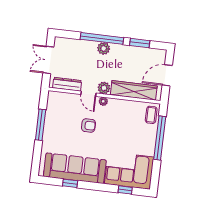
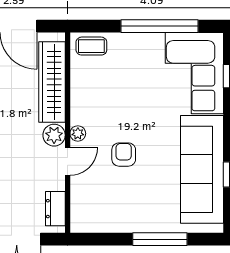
dresser: (67, 84) -> (55, 209), width x0.70
window: (41, 125) -> (160, 239), moved
window: (160, 138) -> (160, 26), moved

